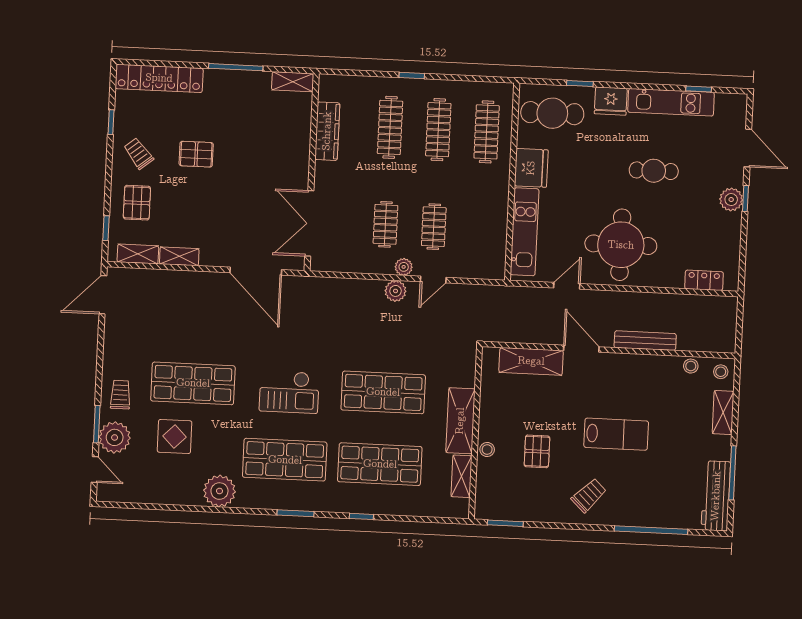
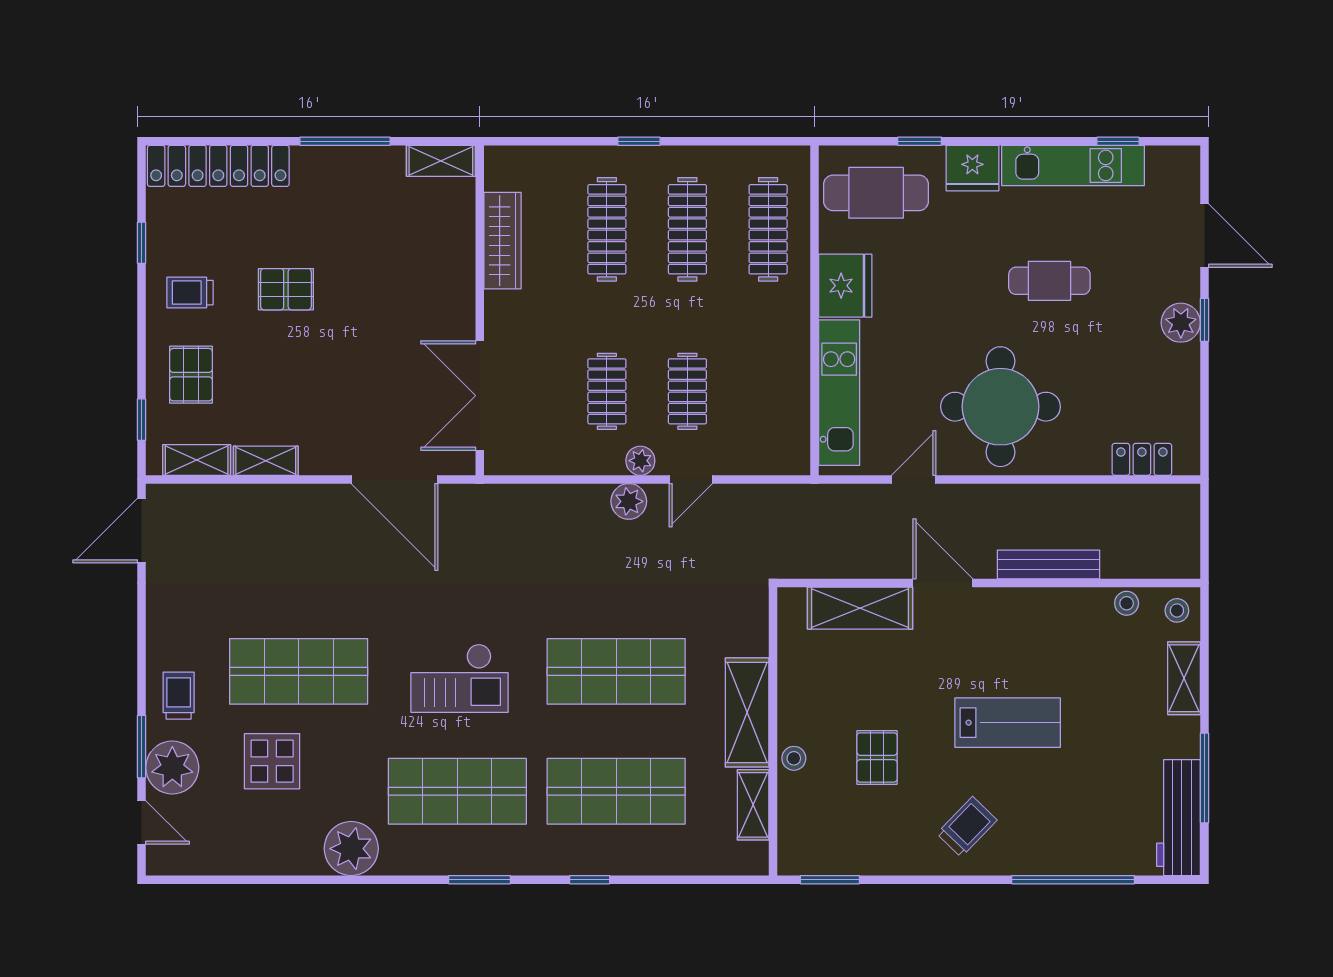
trolley: (139, 153) -> (190, 293), turned -51

